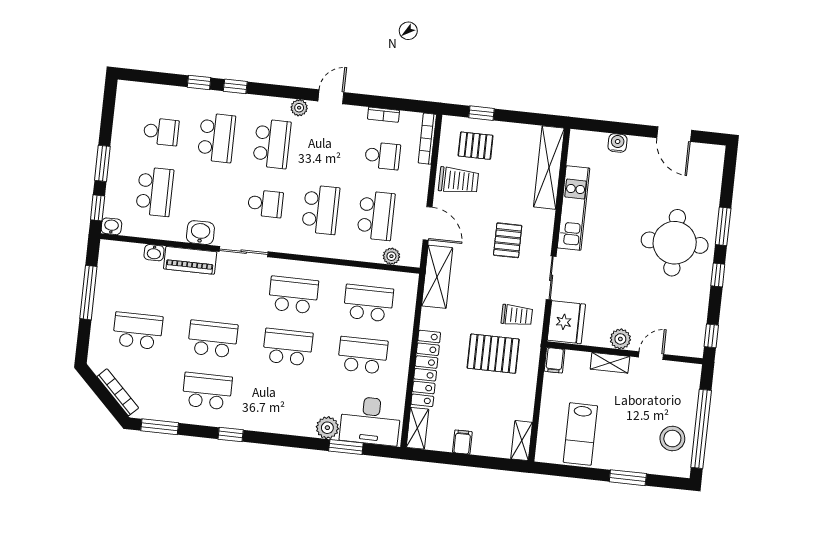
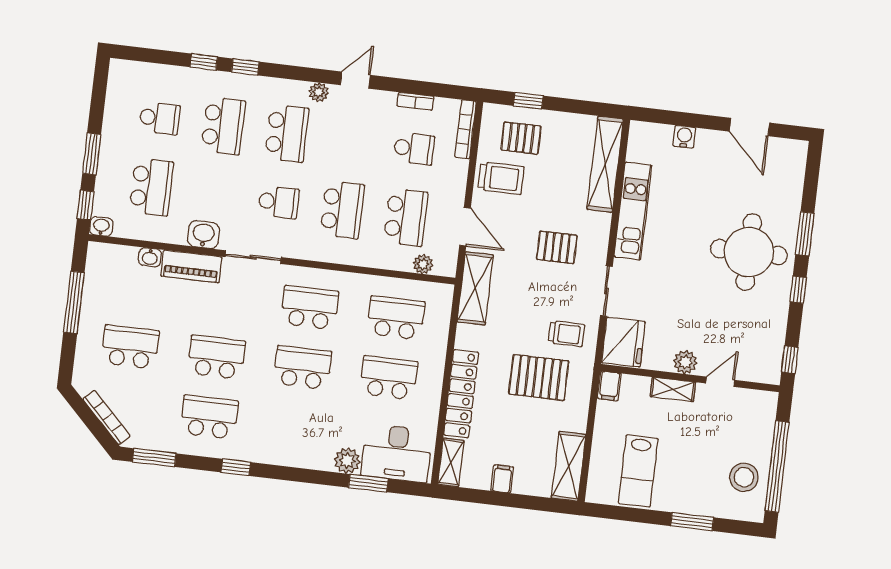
pallet: (508, 240) -> (557, 247), turned 90
shelving: (522, 441) -> (569, 466), width x1.50, depth x1.33

